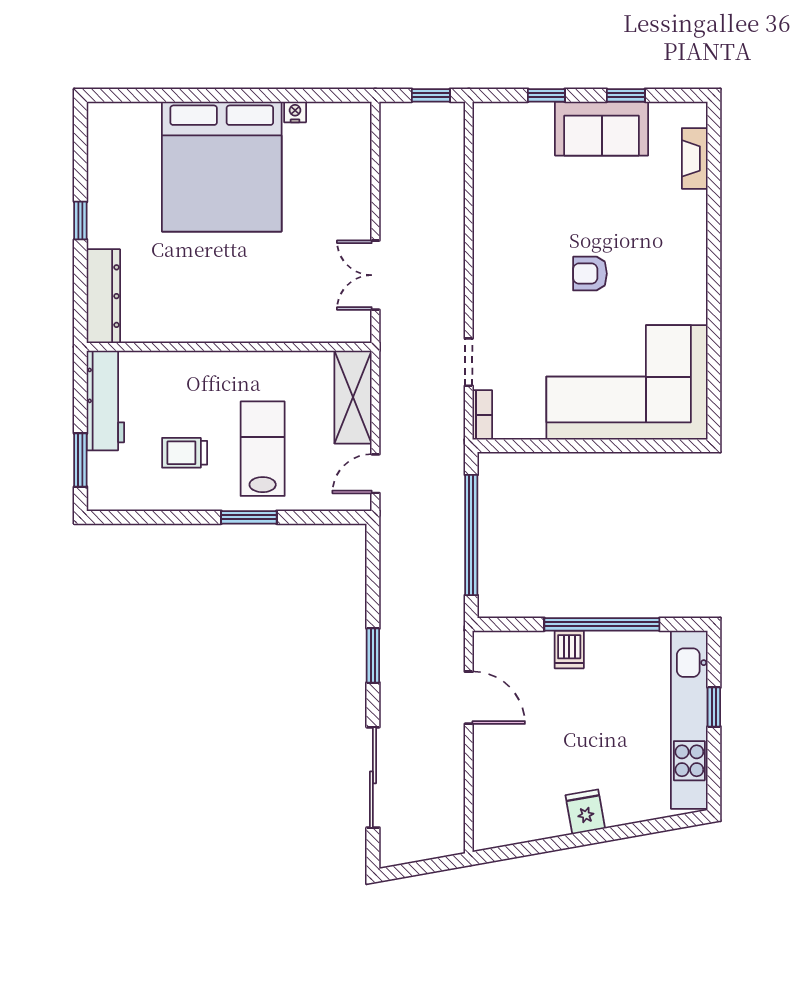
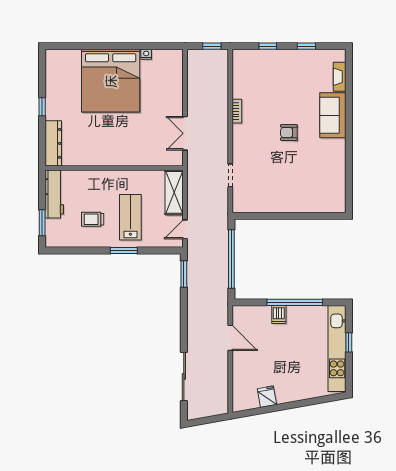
sofa: (602, 129) -> (333, 115), moved, turned 90
corner sofa: (627, 382) -> (307, 185), removed
bookcase: (482, 415) -> (237, 111), moved
window: (373, 655) -> (184, 274), moved
fridge: (585, 812) -> (267, 397), moved

